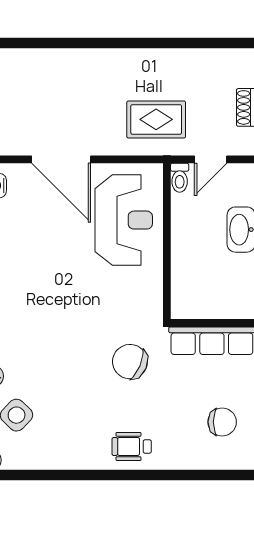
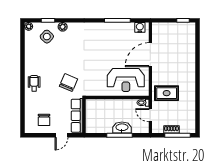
rug: (156, 119) -> (167, 93), turned 90

